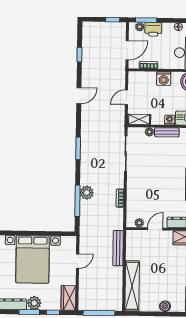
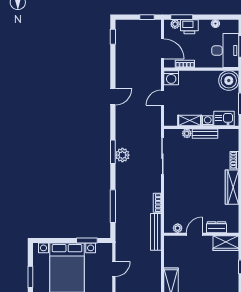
door: (127, 50) -> (162, 49), hinge flipped
window: (79, 55) -> (113, 37), moved
washing machine: (164, 79) -> (171, 78), moved
shelving: (139, 119) -> (190, 121), moved
plant: (87, 193) -> (122, 155), moved
window: (52, 233) -> (87, 241), added
bench: (118, 248) -> (156, 232), moved

